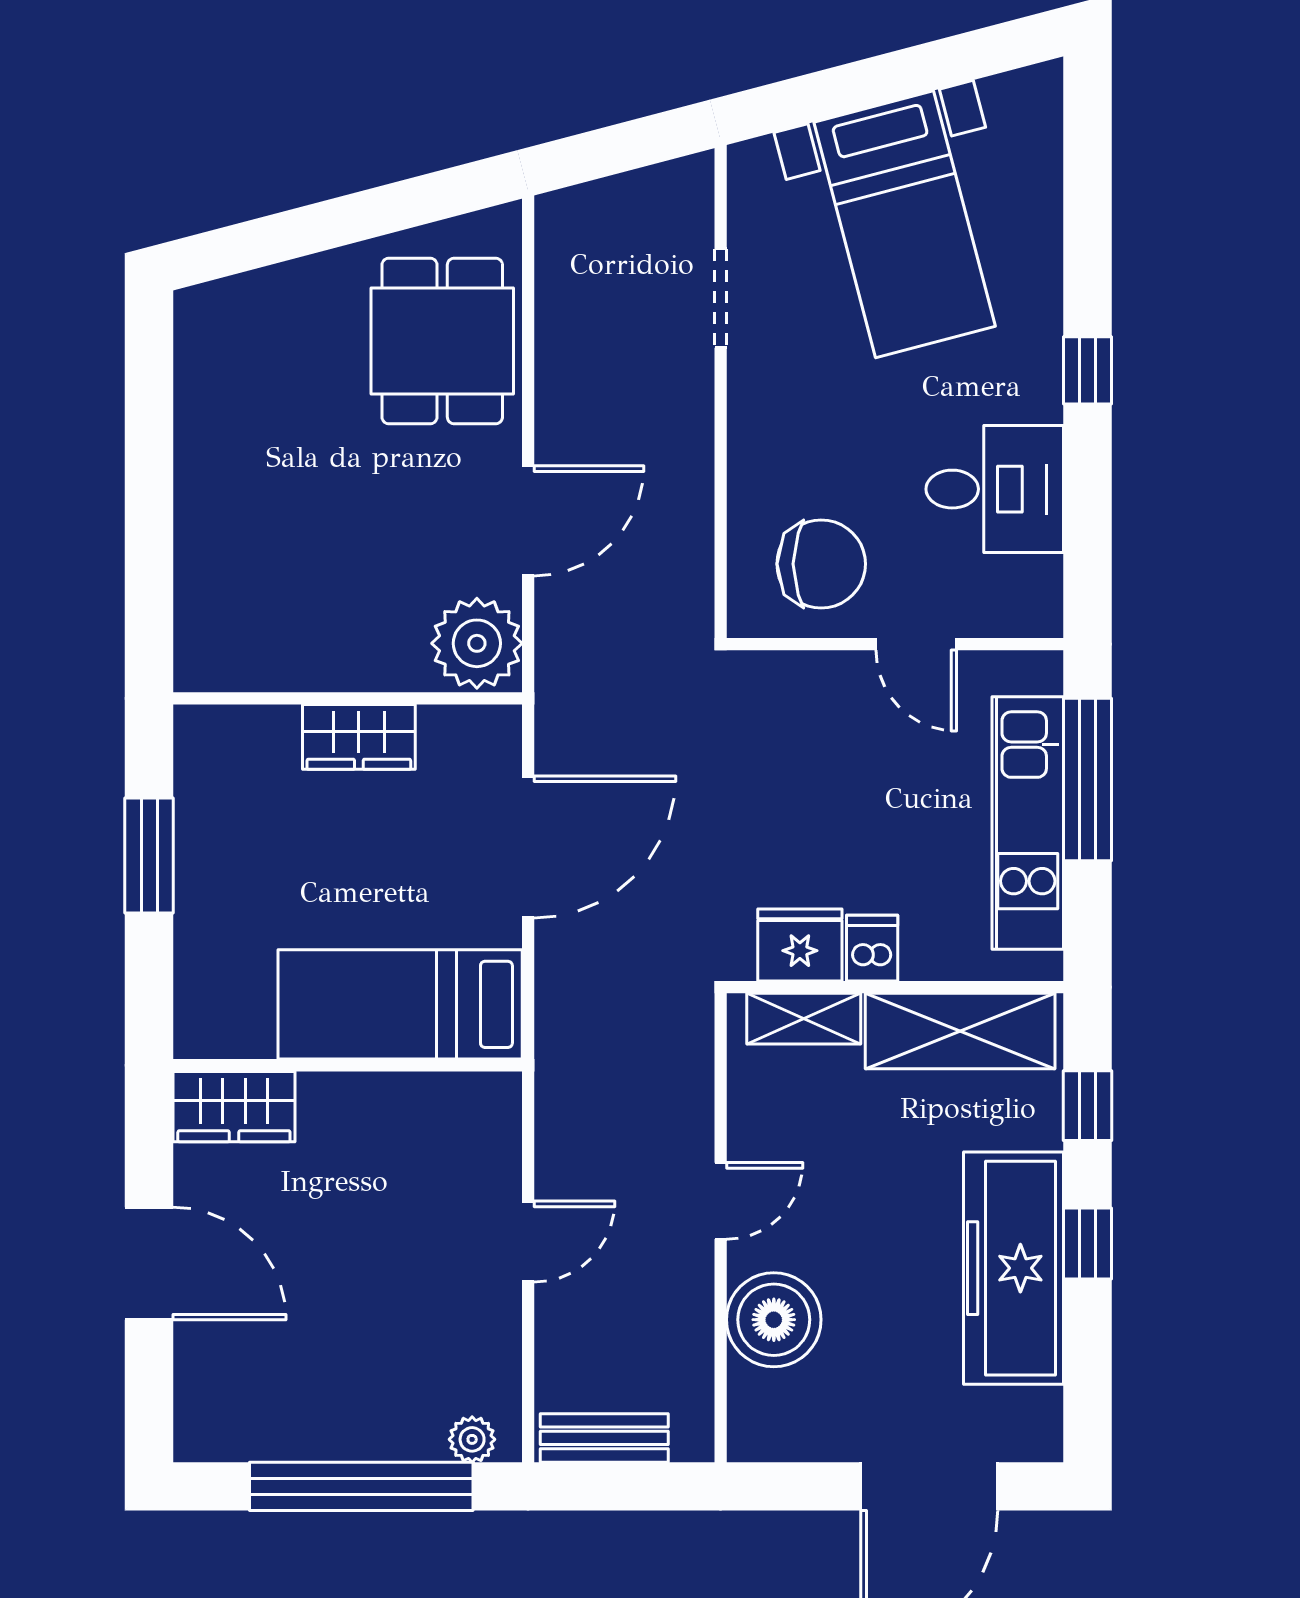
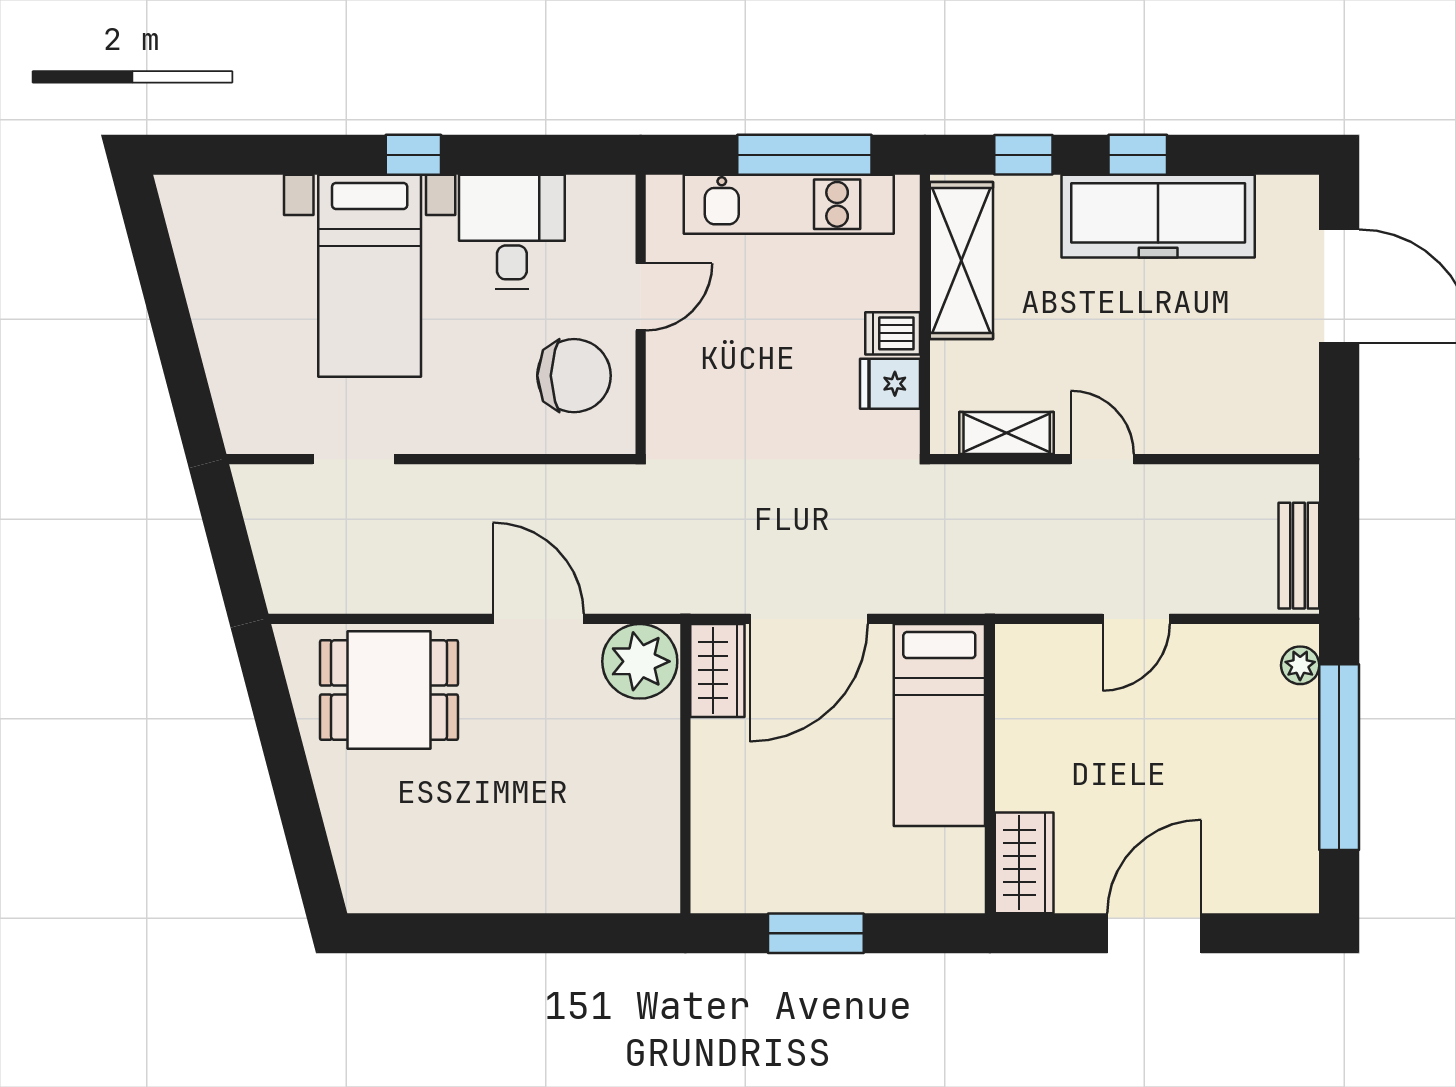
bed with nightstands: (905, 224) -> (370, 276), moved, turned 105
chair: (821, 564) -> (574, 376), turned 90
wardrobe: (359, 737) -> (717, 670), moved
window: (1087, 779) -> (804, 155), moved
door: (528, 847) -> (809, 619), swing flipped
fridge: (800, 945) -> (890, 384), width x0.72
shelving: (804, 1019) -> (1007, 433), moved, turned 90
door: (528, 1242) -> (1136, 619), swing flipped
boiler: (774, 1320) -> (1201, 415), removed

